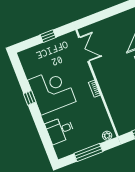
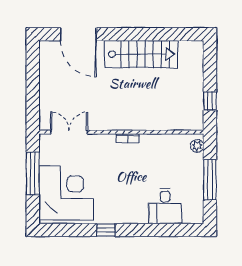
window: (48, 36) -> (33, 173), width x2.17
corner desk: (52, 91) -> (66, 193), moved, turned 90

